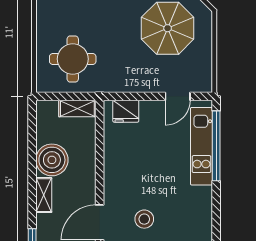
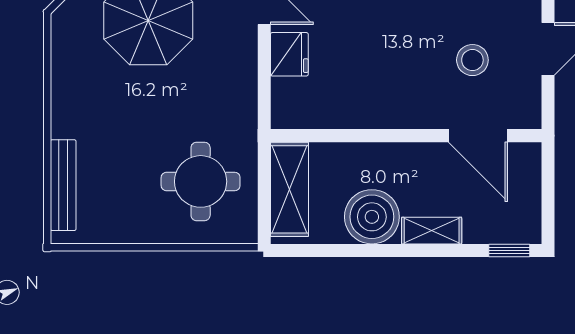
shelving: (77, 109) -> (289, 189), width x1.50, depth x1.33
fridge: (126, 111) -> (289, 54), moved

